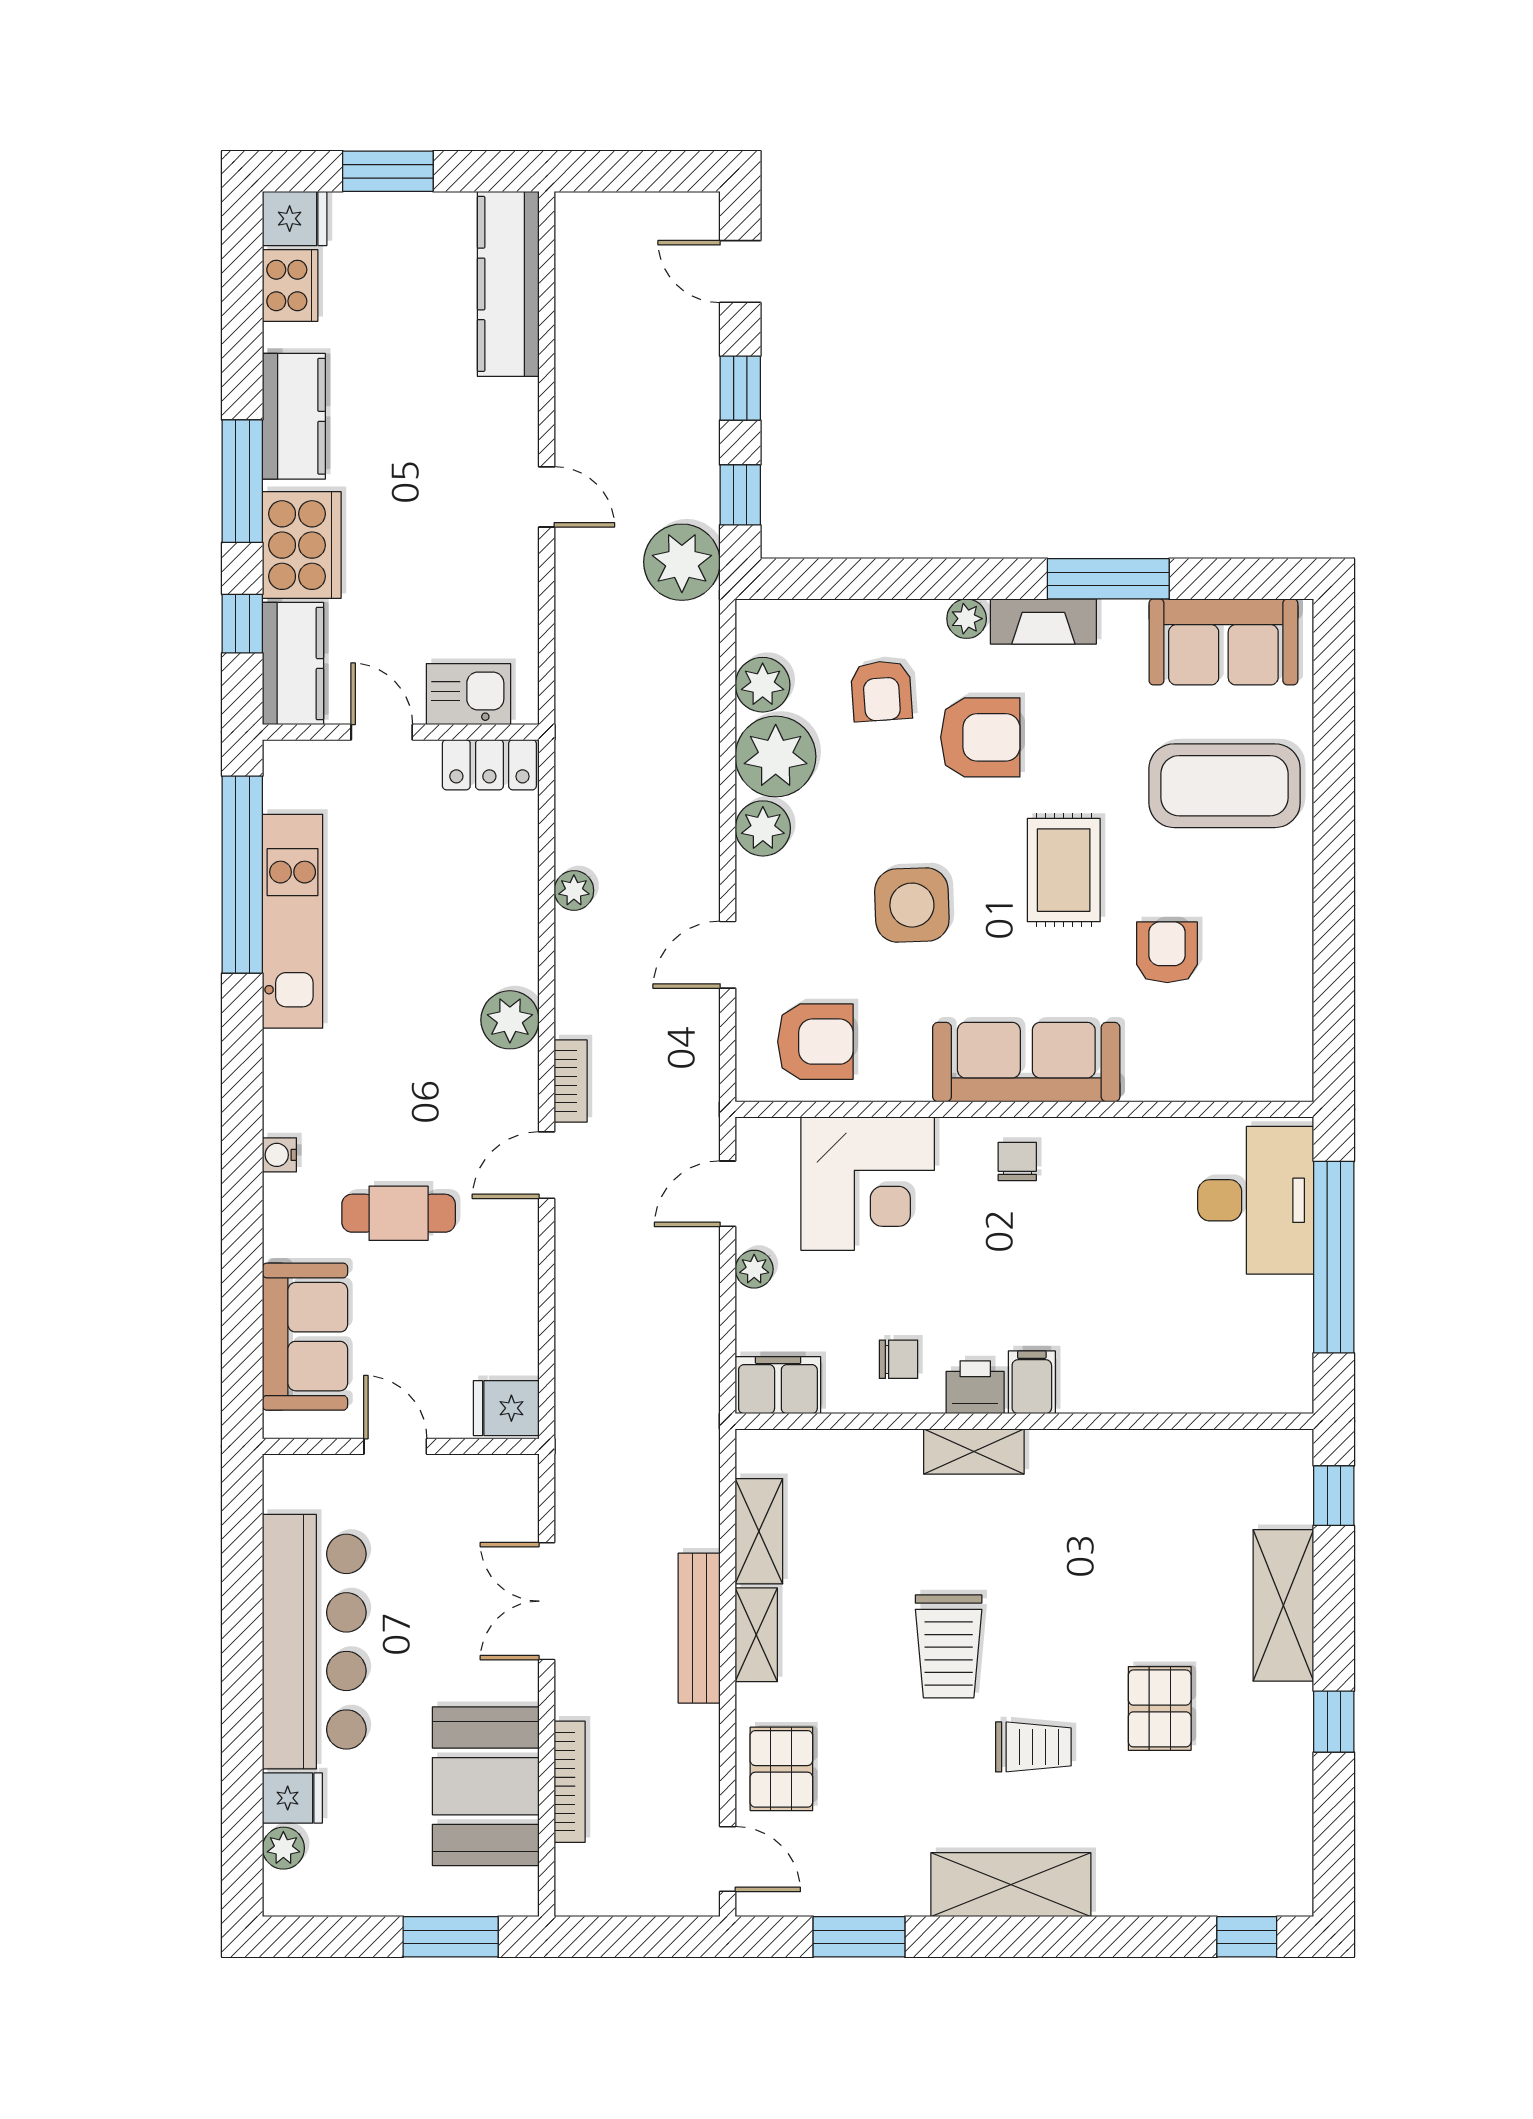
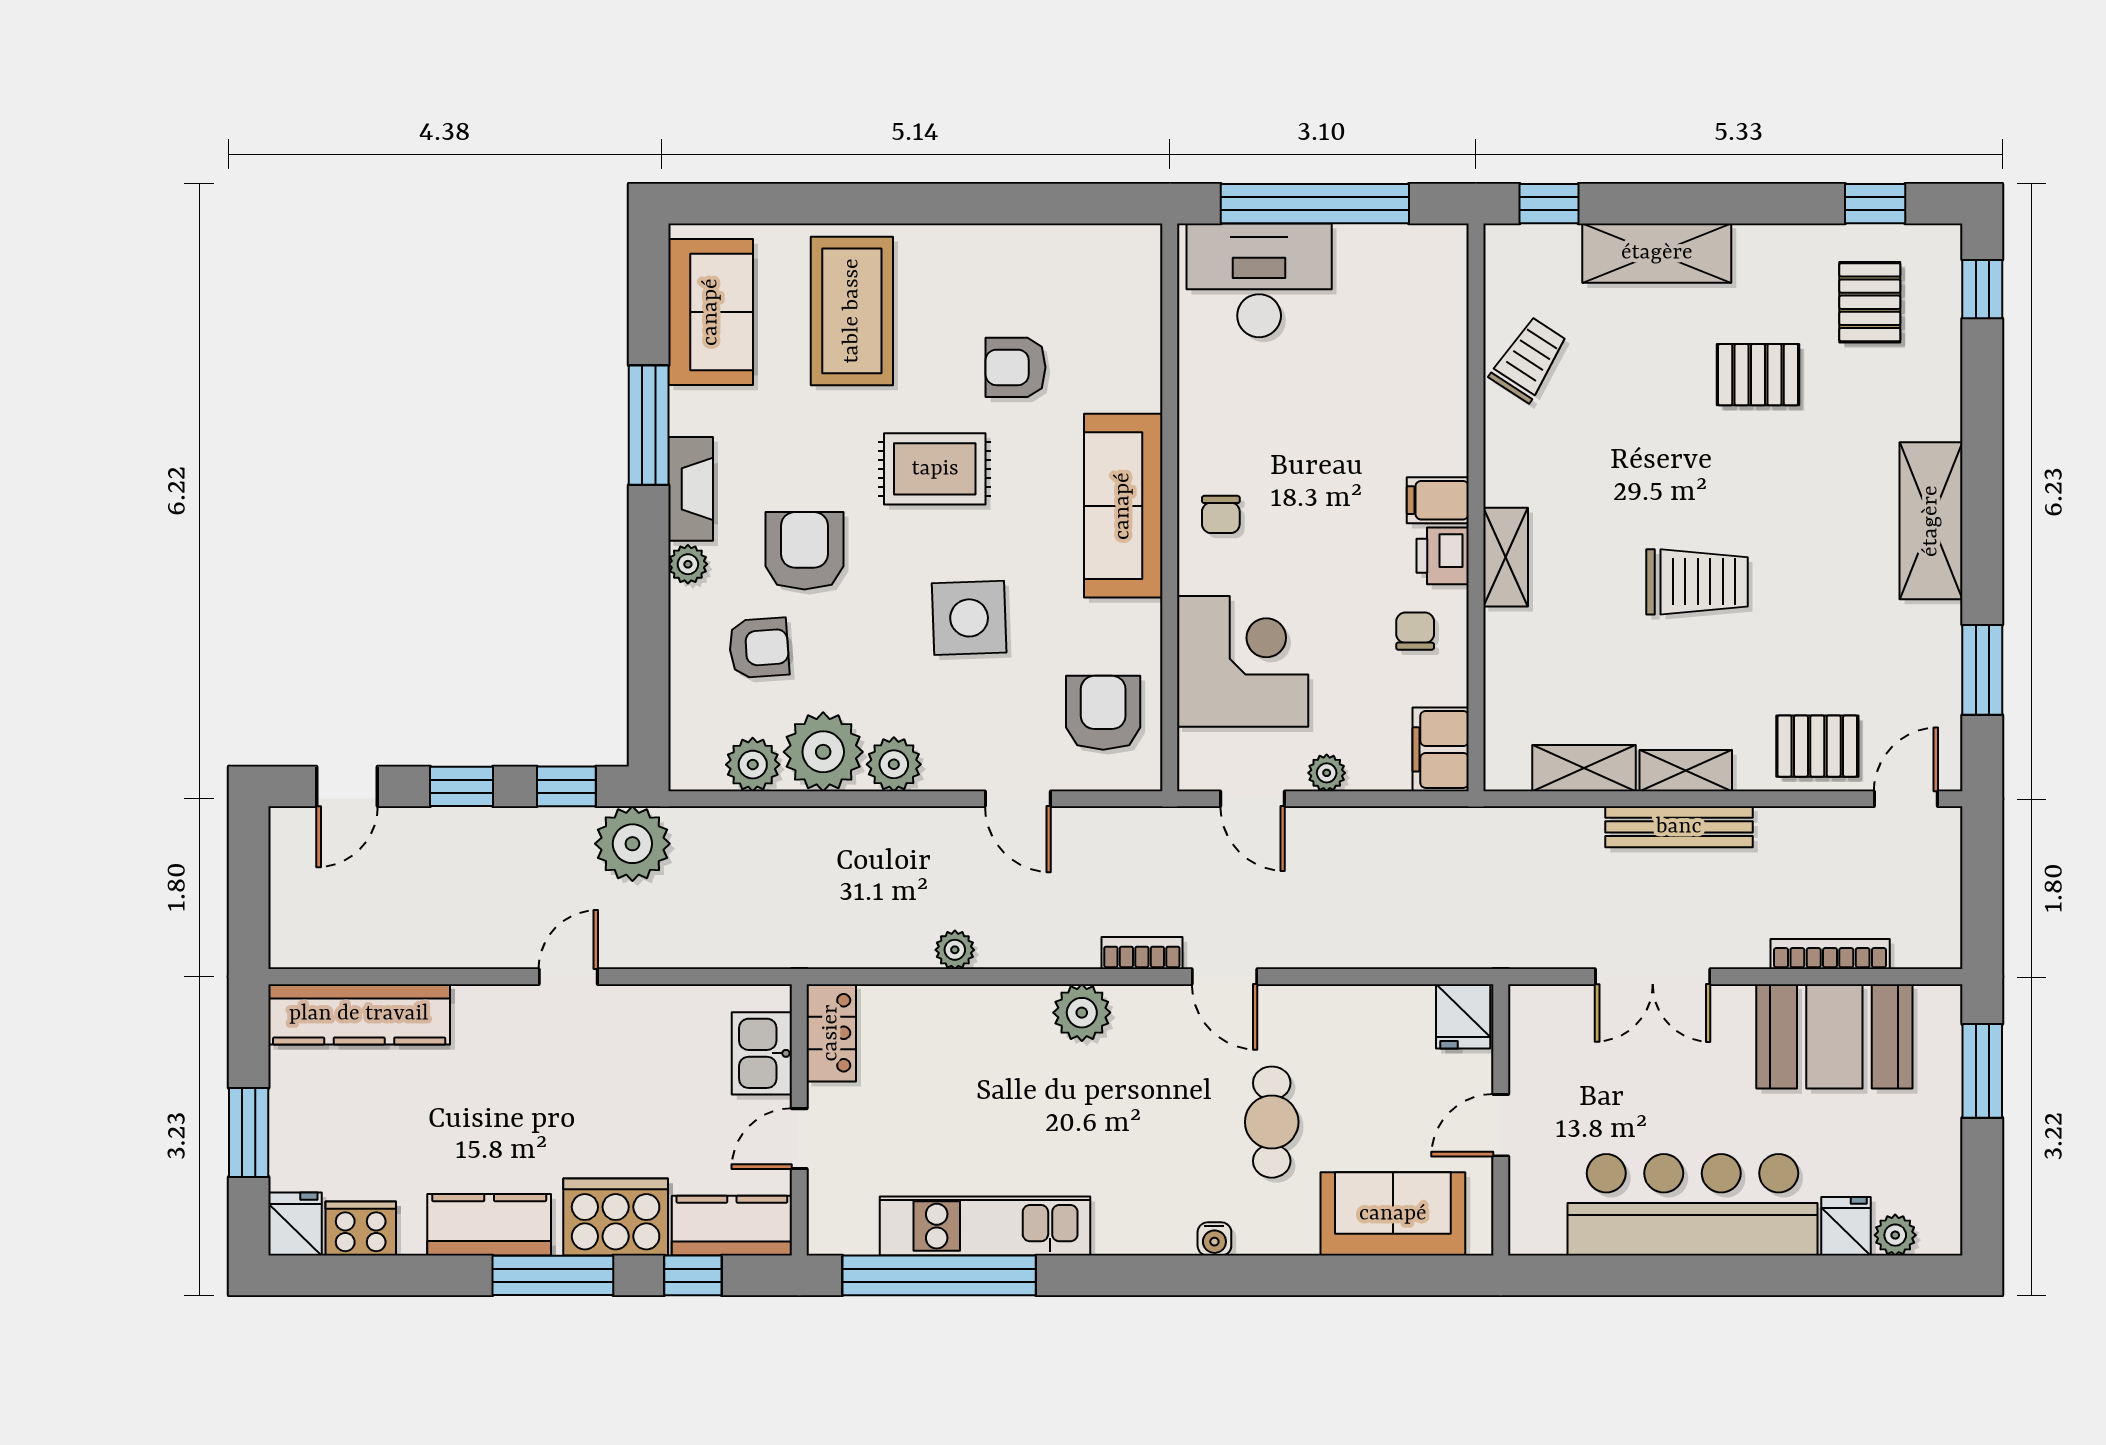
chair: (1017, 1161) -> (1221, 514), turned -90
window: (1334, 1722) -> (1875, 204), moved
trolley: (1033, 1747) -> (1529, 360), moved, turned 33
pallet: (1233, 1822) -> (1870, 302), added

